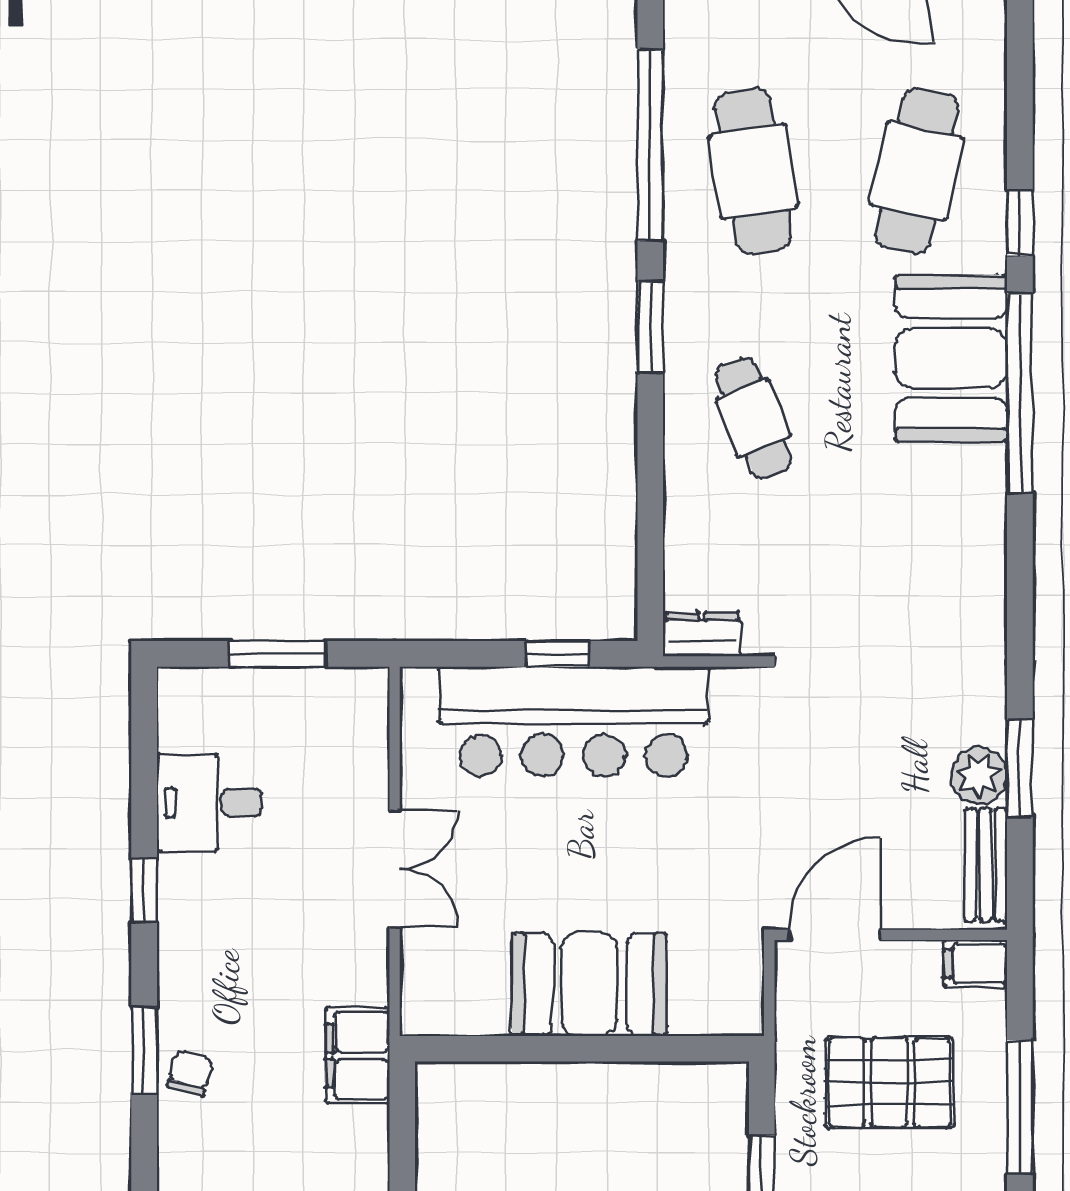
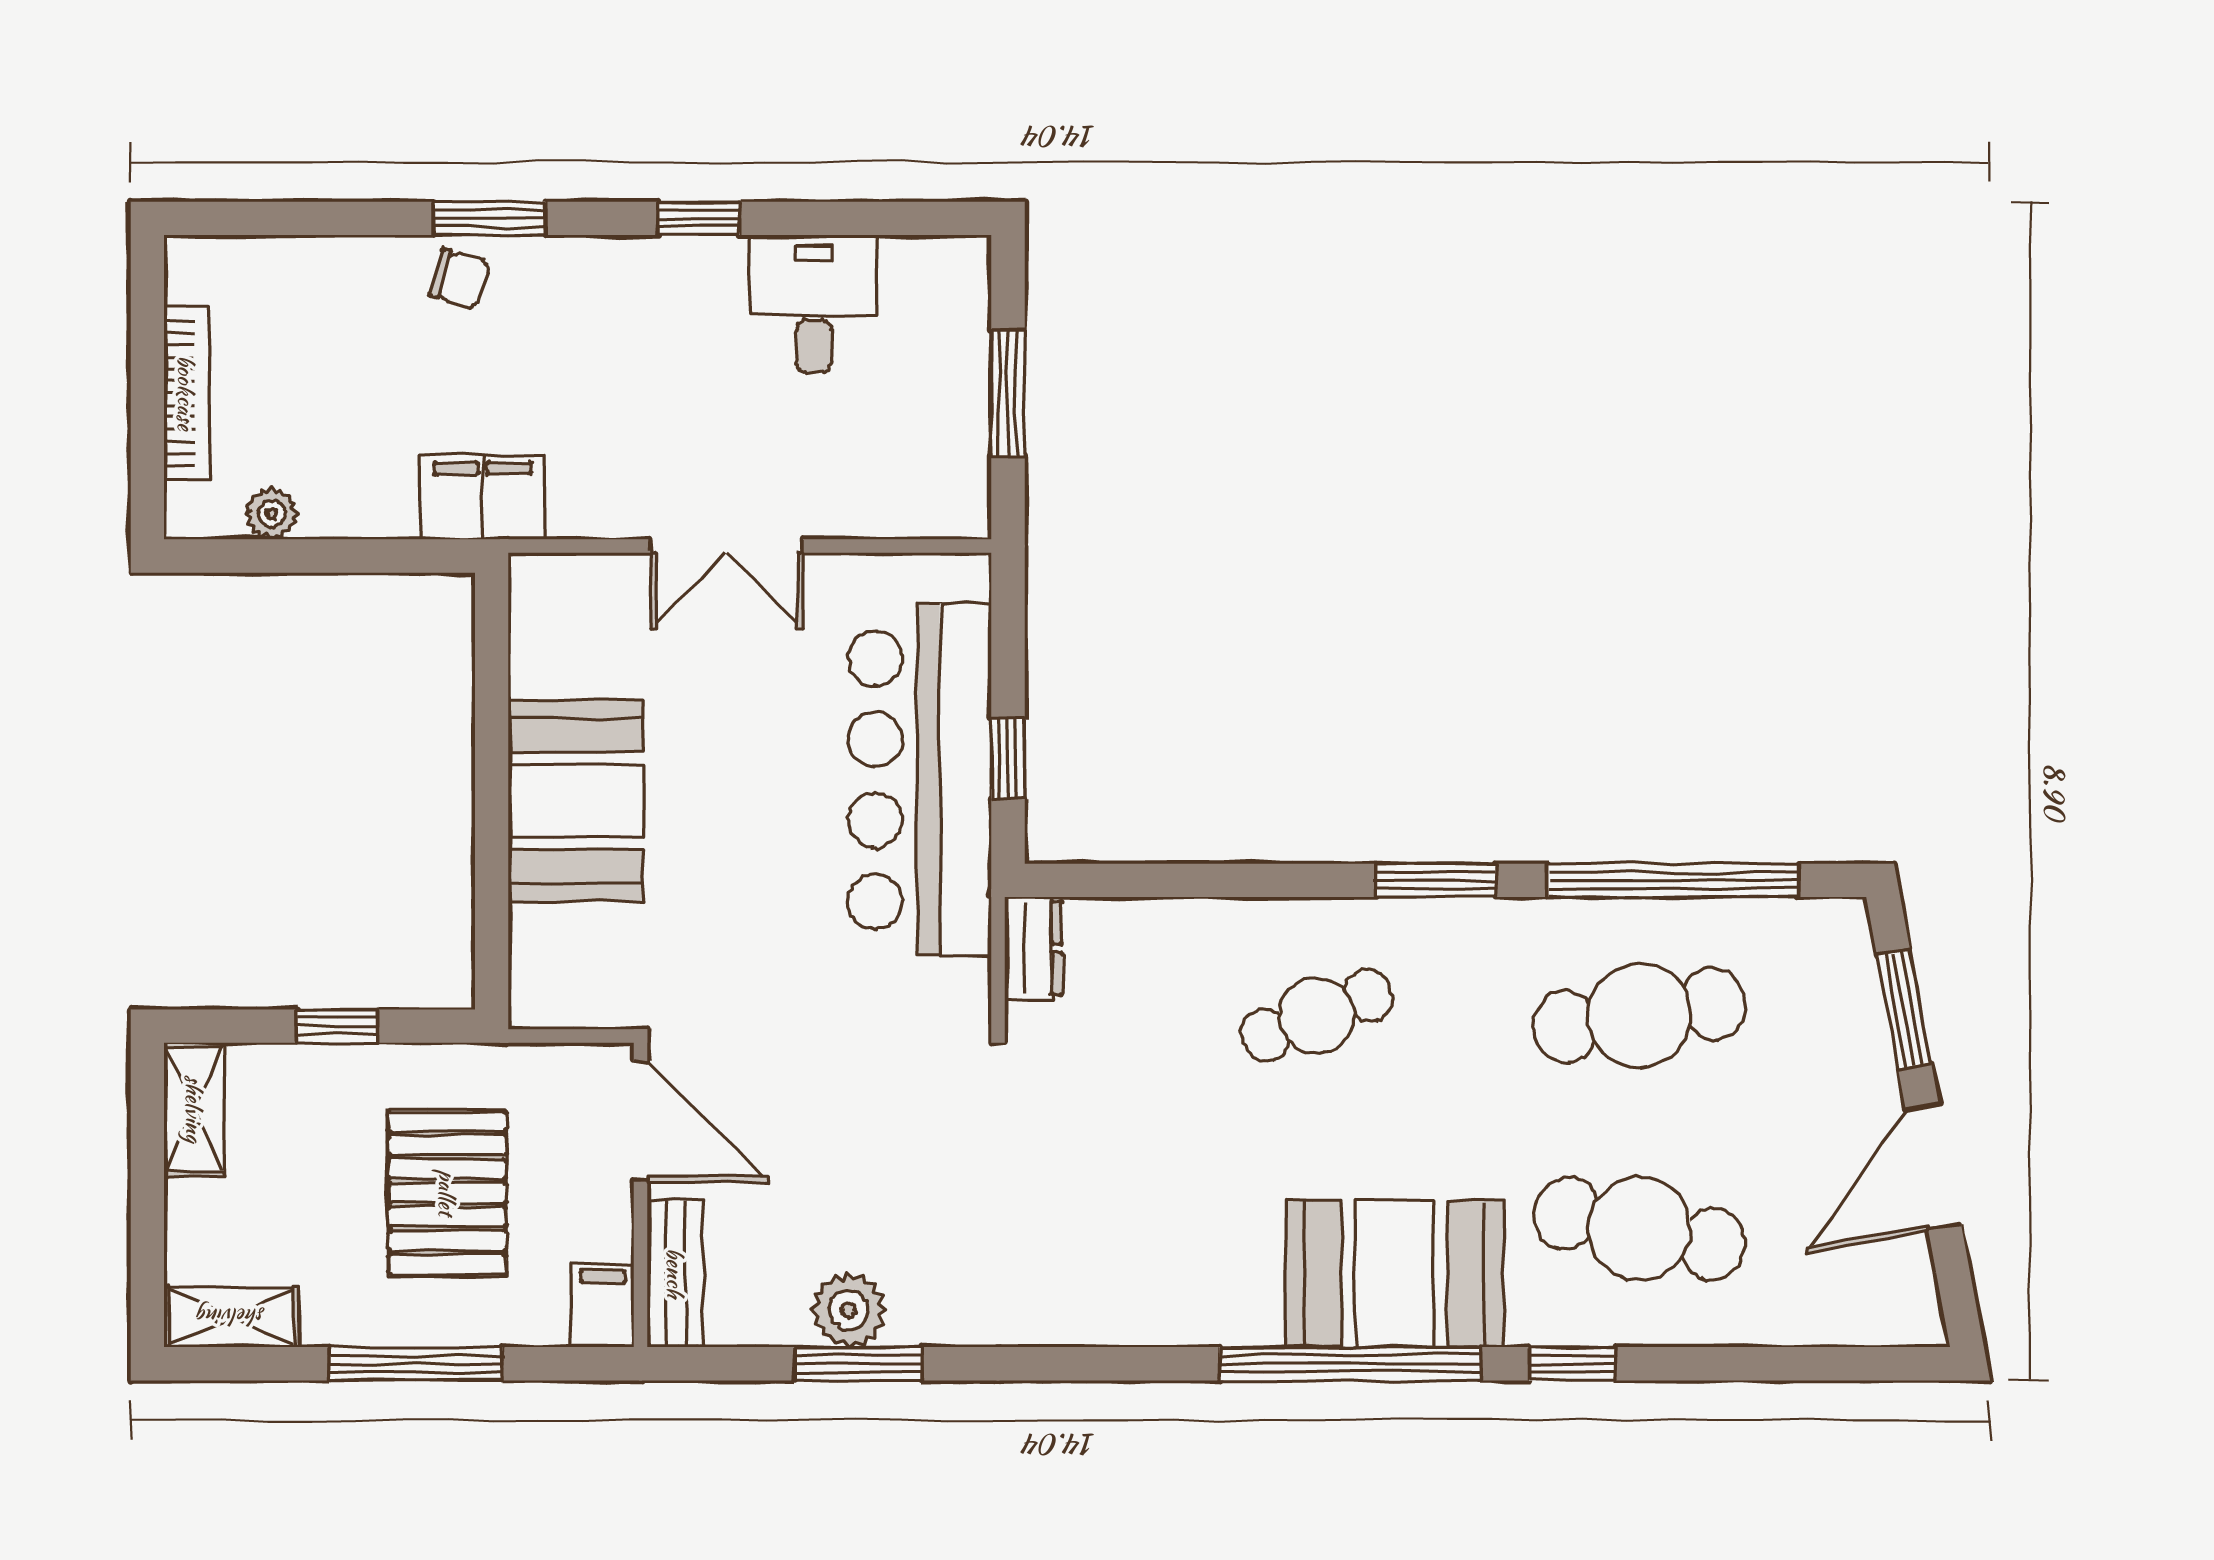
bench: (986, 865) -> (675, 1273), moved, turned 90

